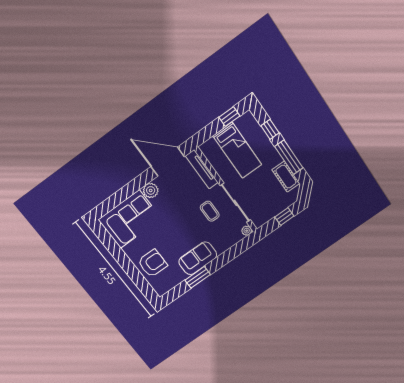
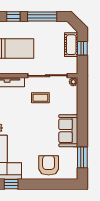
cot: (286, 177) -> (71, 45), moved, turned 90
window: (109, 242) -> (11, 184), added
window: (198, 277) -> (82, 157), moved

